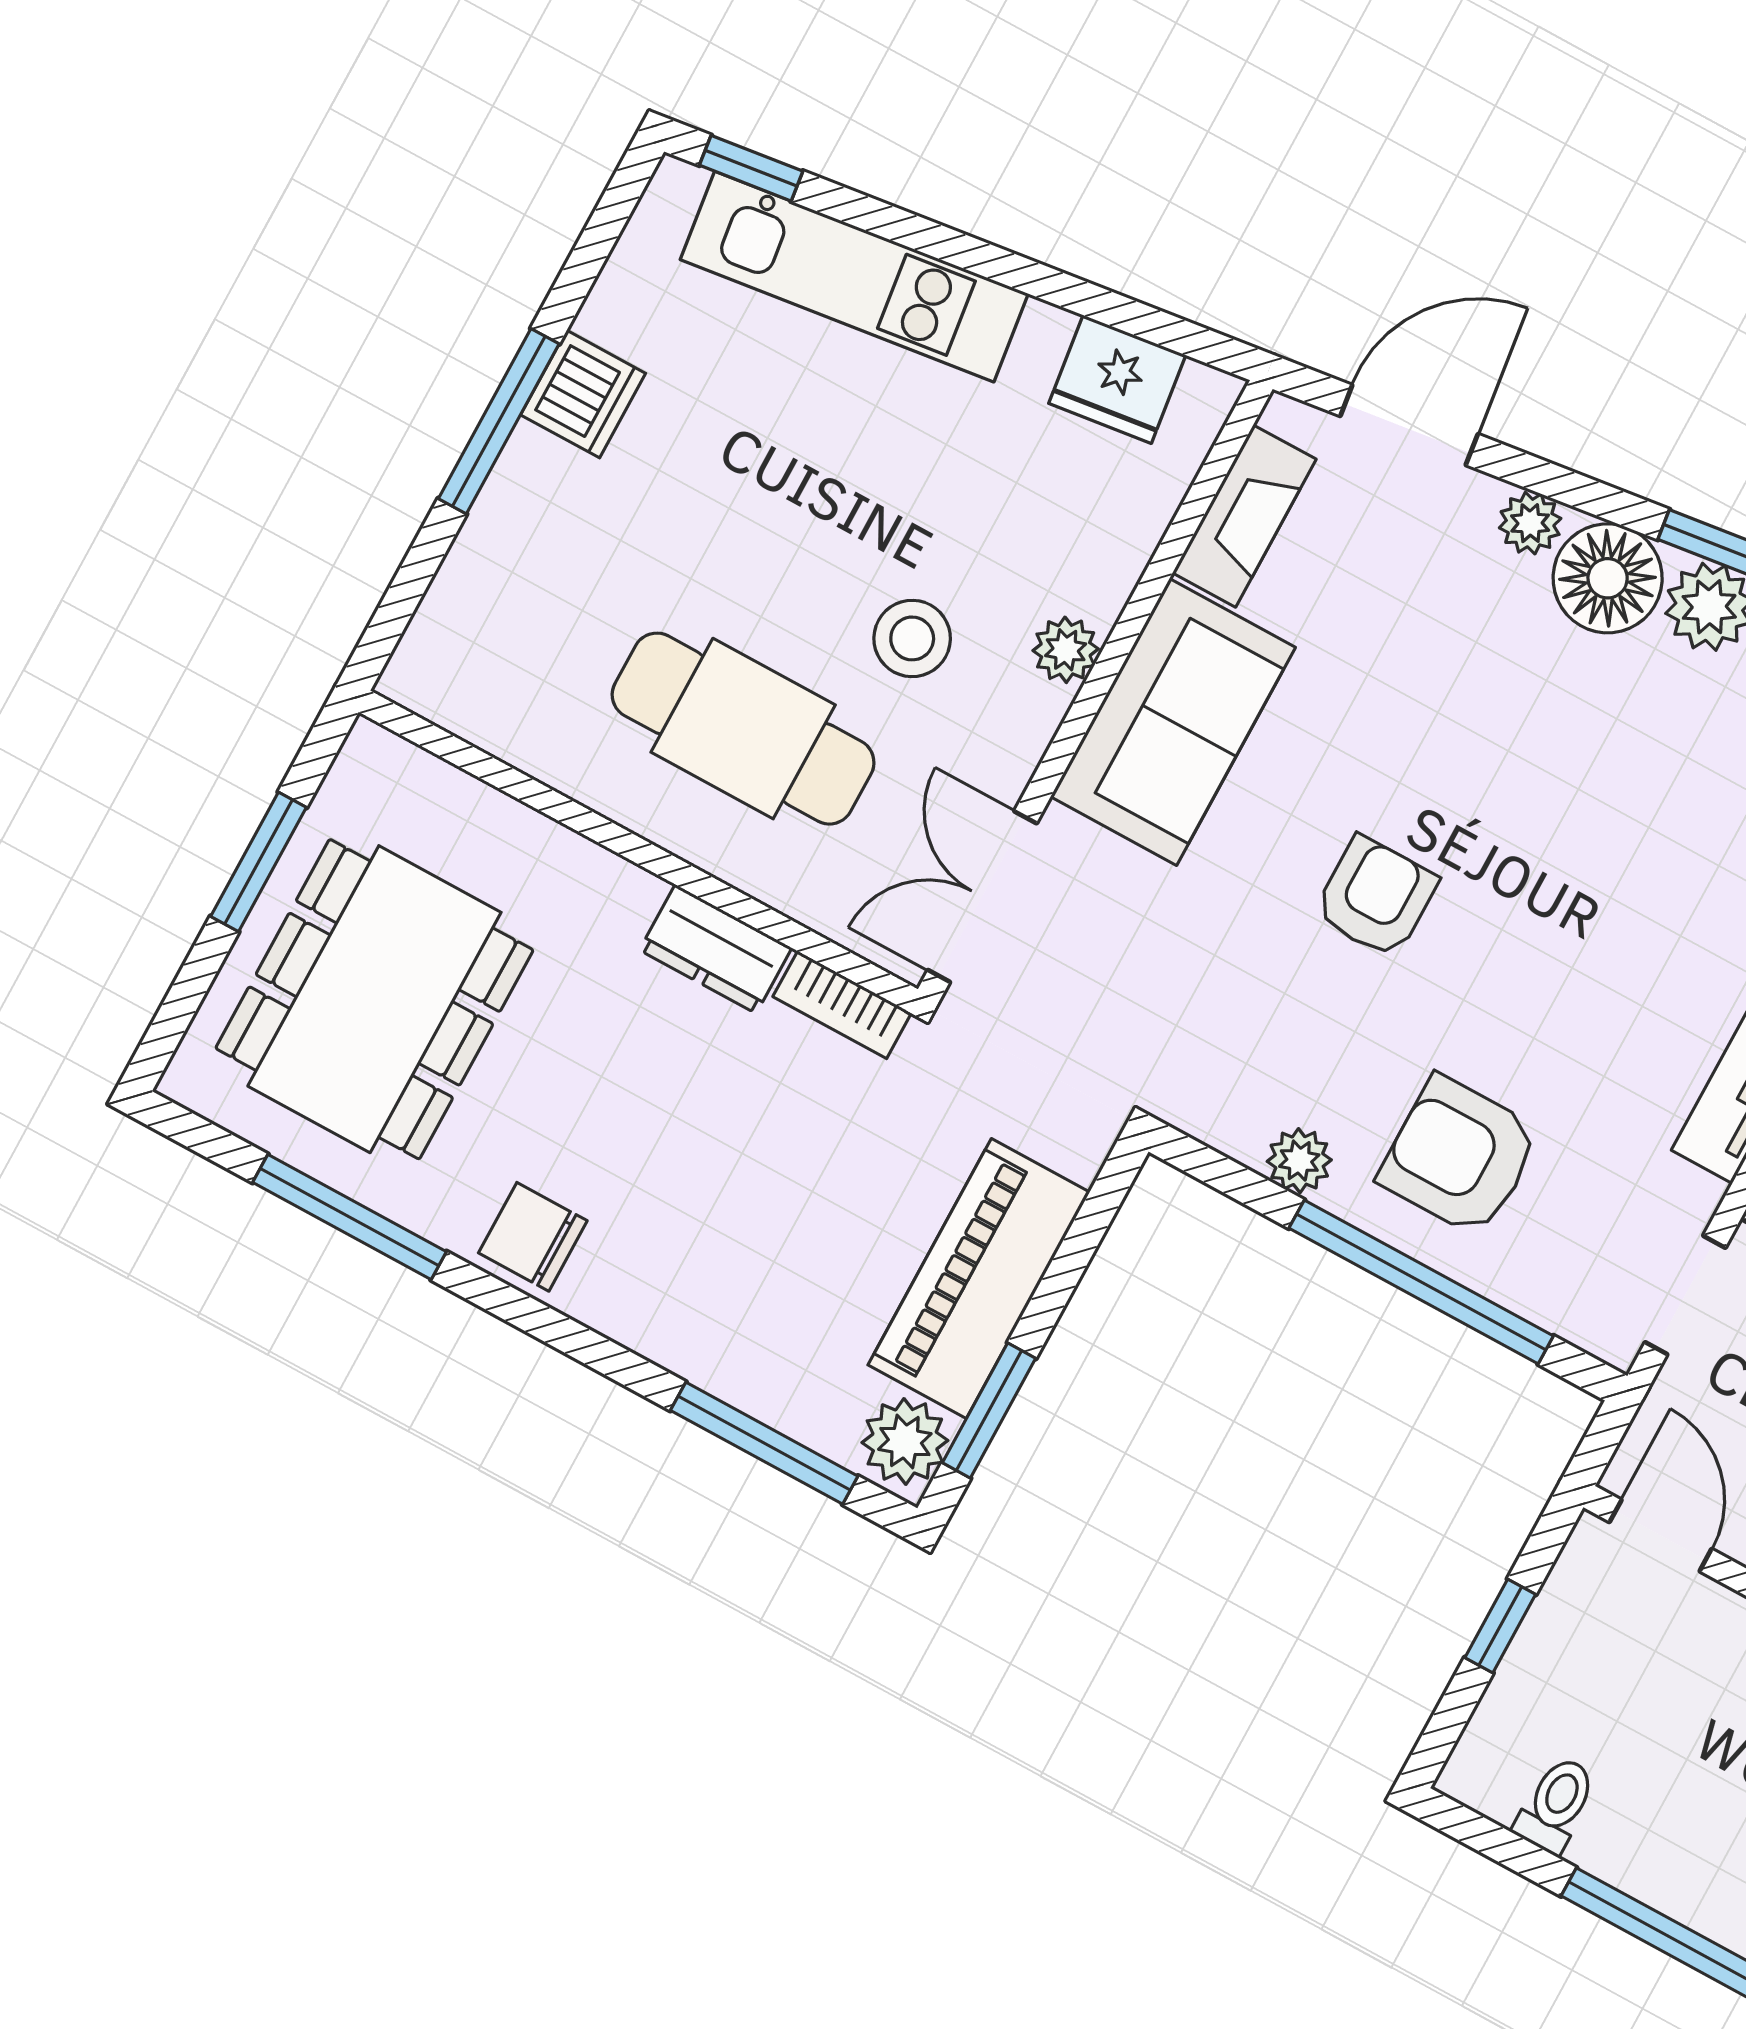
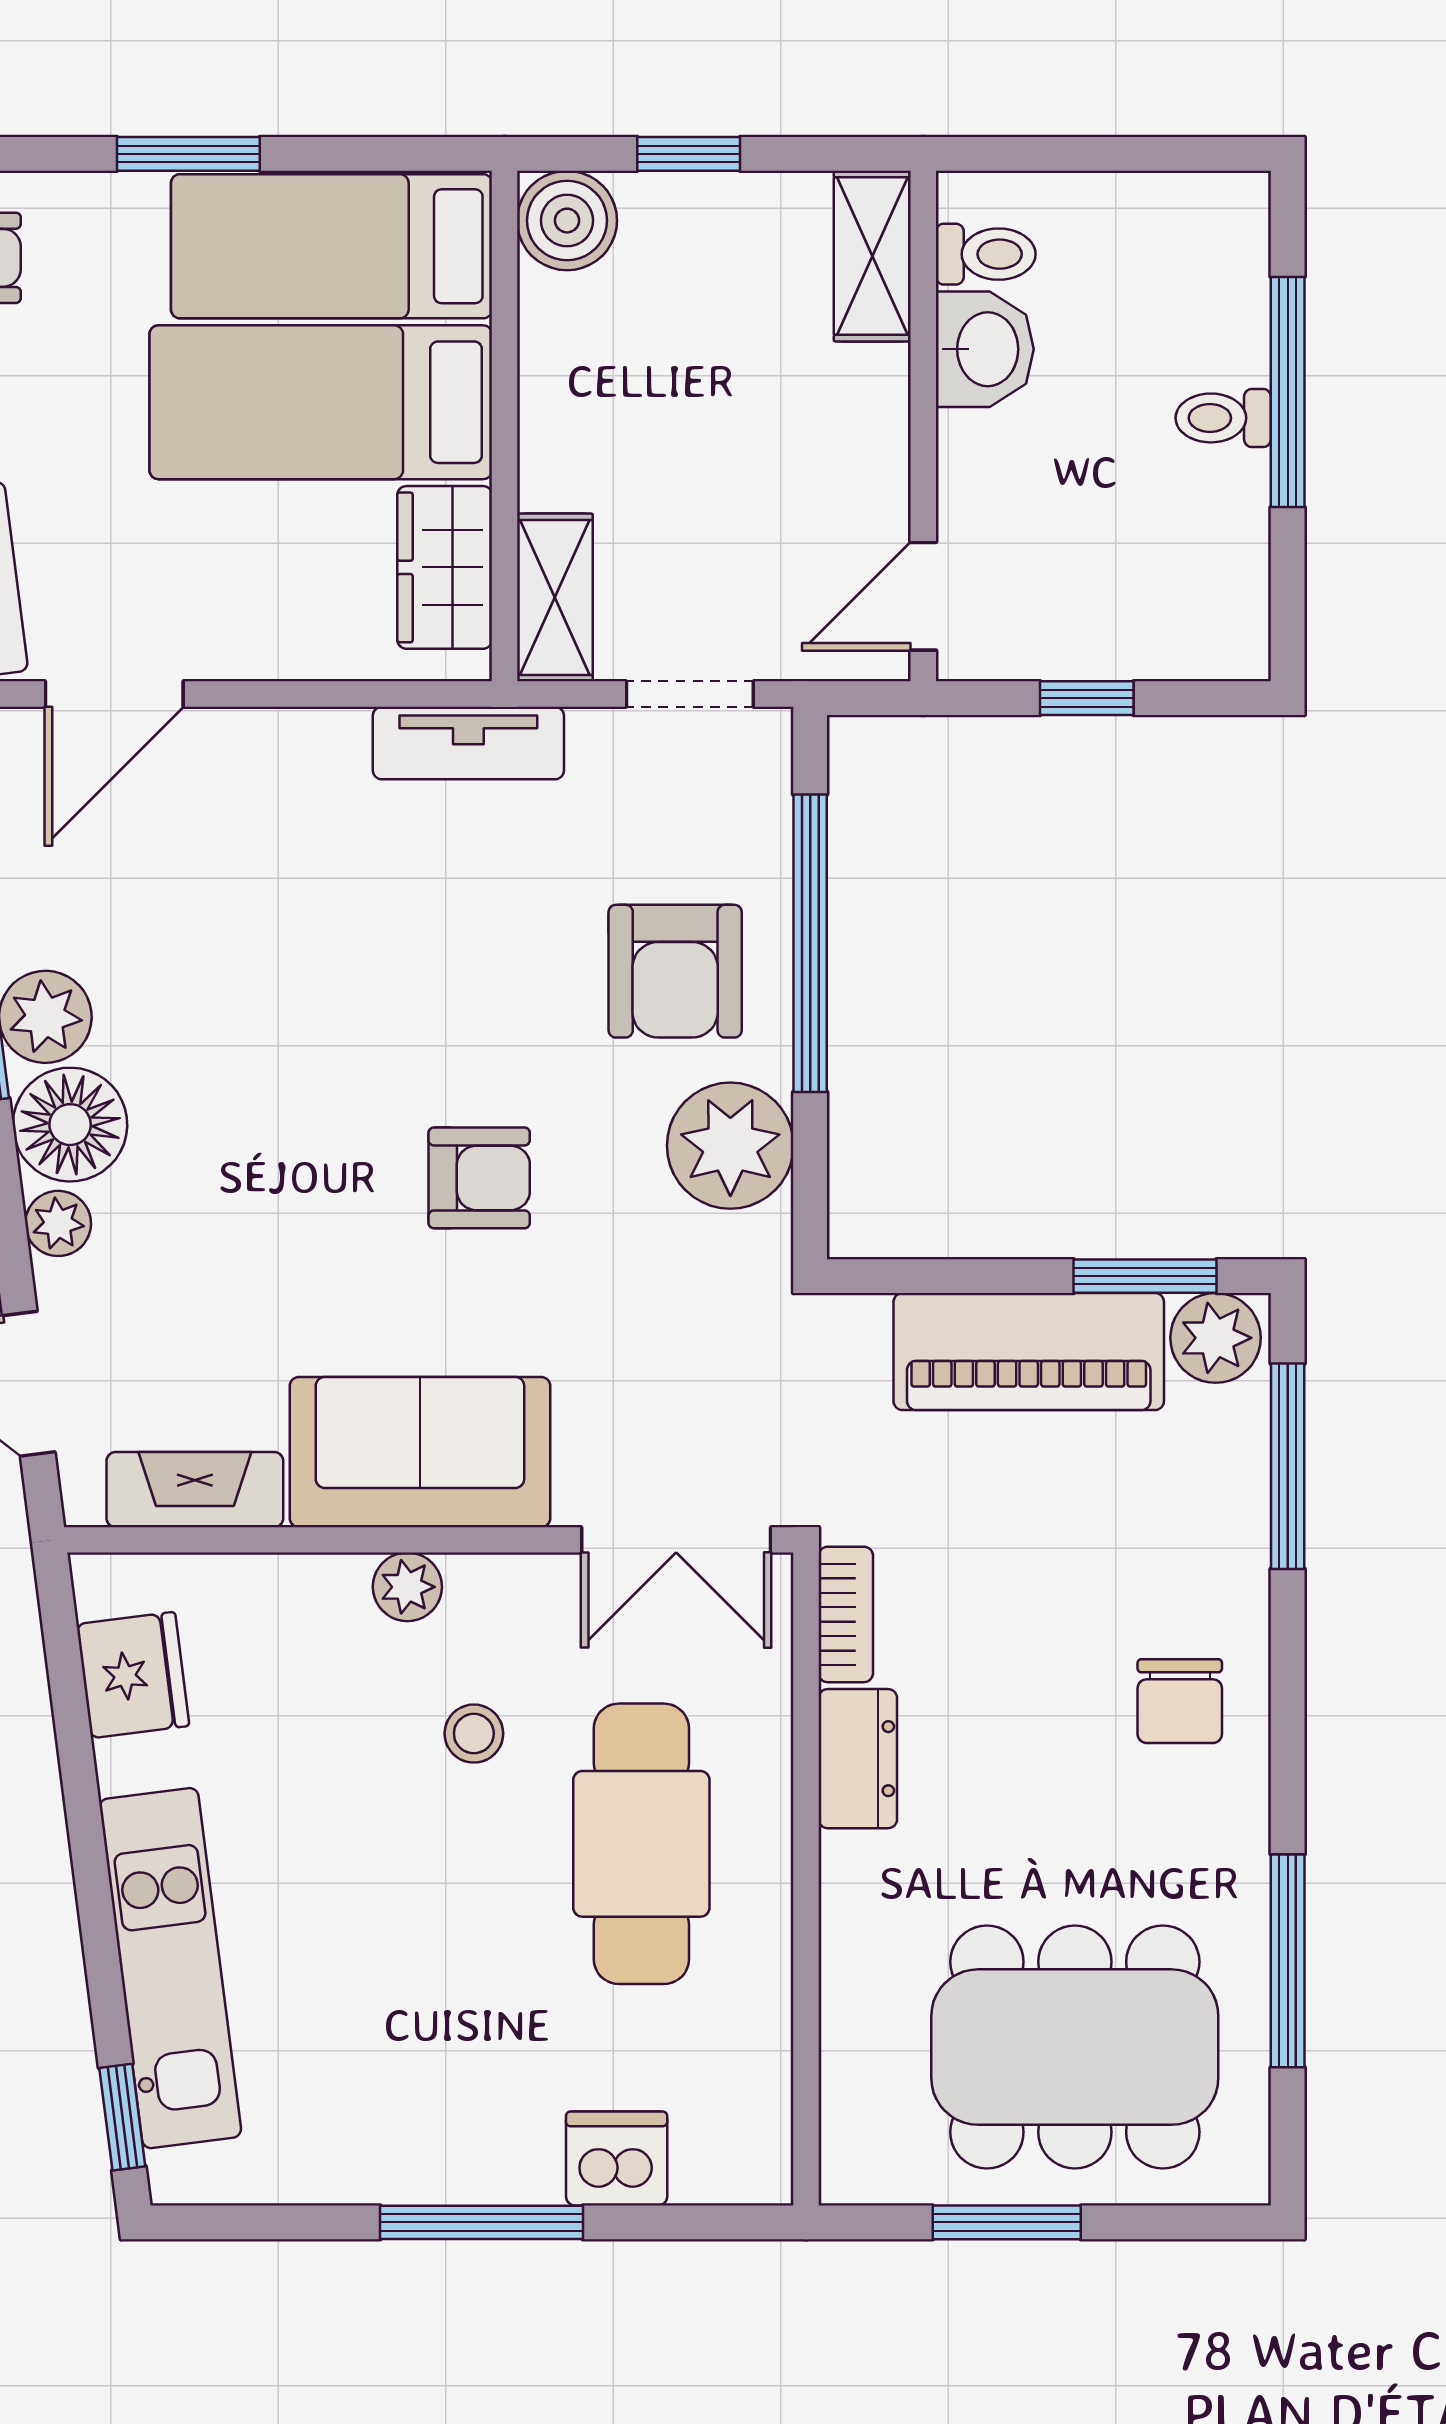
dishwasher: (583, 394) -> (617, 2158), moved
stool: (912, 638) -> (474, 1734), width x0.73, depth x0.73
armchair: (1376, 897) -> (479, 1178), turned 180
plant: (1299, 1161) -> (730, 1146), width x1.88, depth x1.88
chair: (533, 1237) -> (1180, 1701), moved
toilet: (1556, 1805) -> (1223, 418), moved

